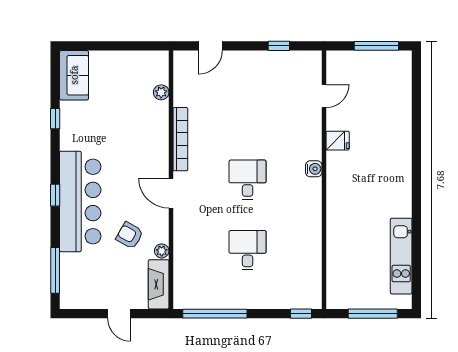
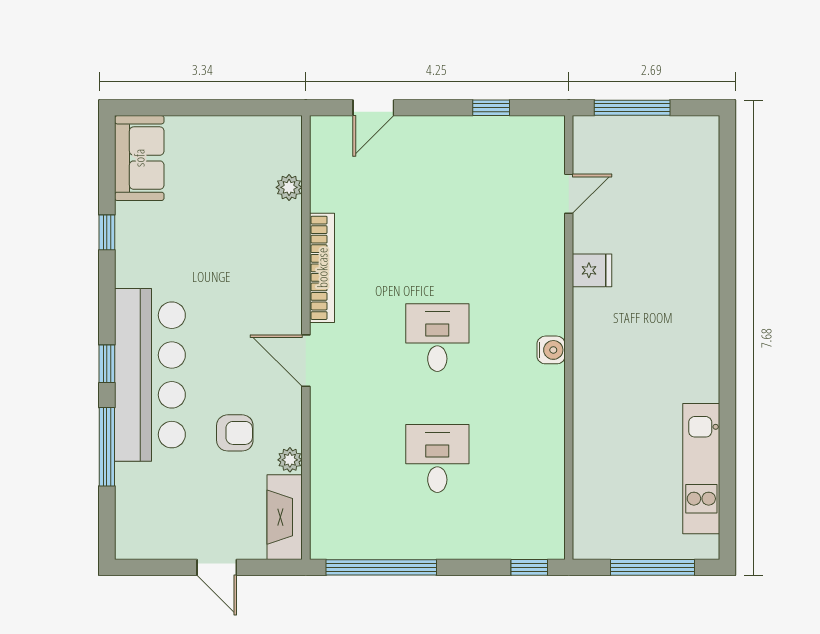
window: (376, 46) -> (632, 108), moved
water cooler: (314, 169) -> (551, 350), moved
armchair: (130, 235) -> (235, 433), turned 151
window: (55, 270) -> (107, 447), moved

